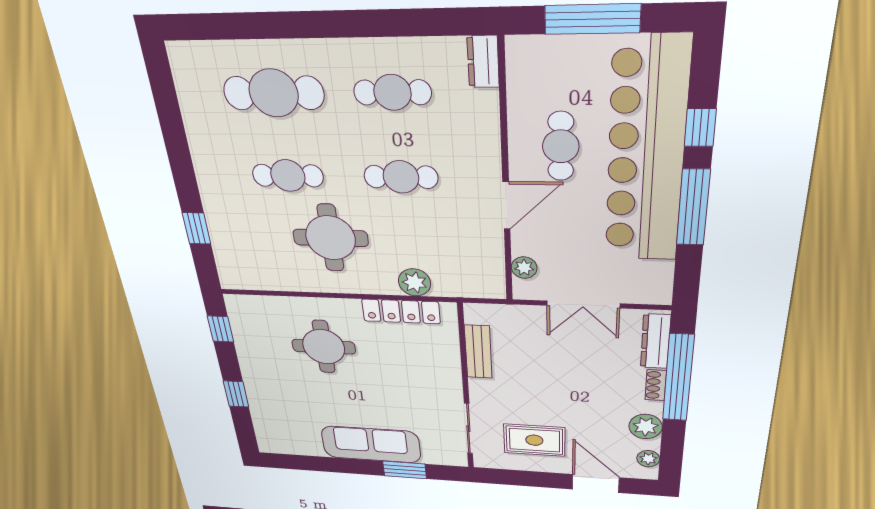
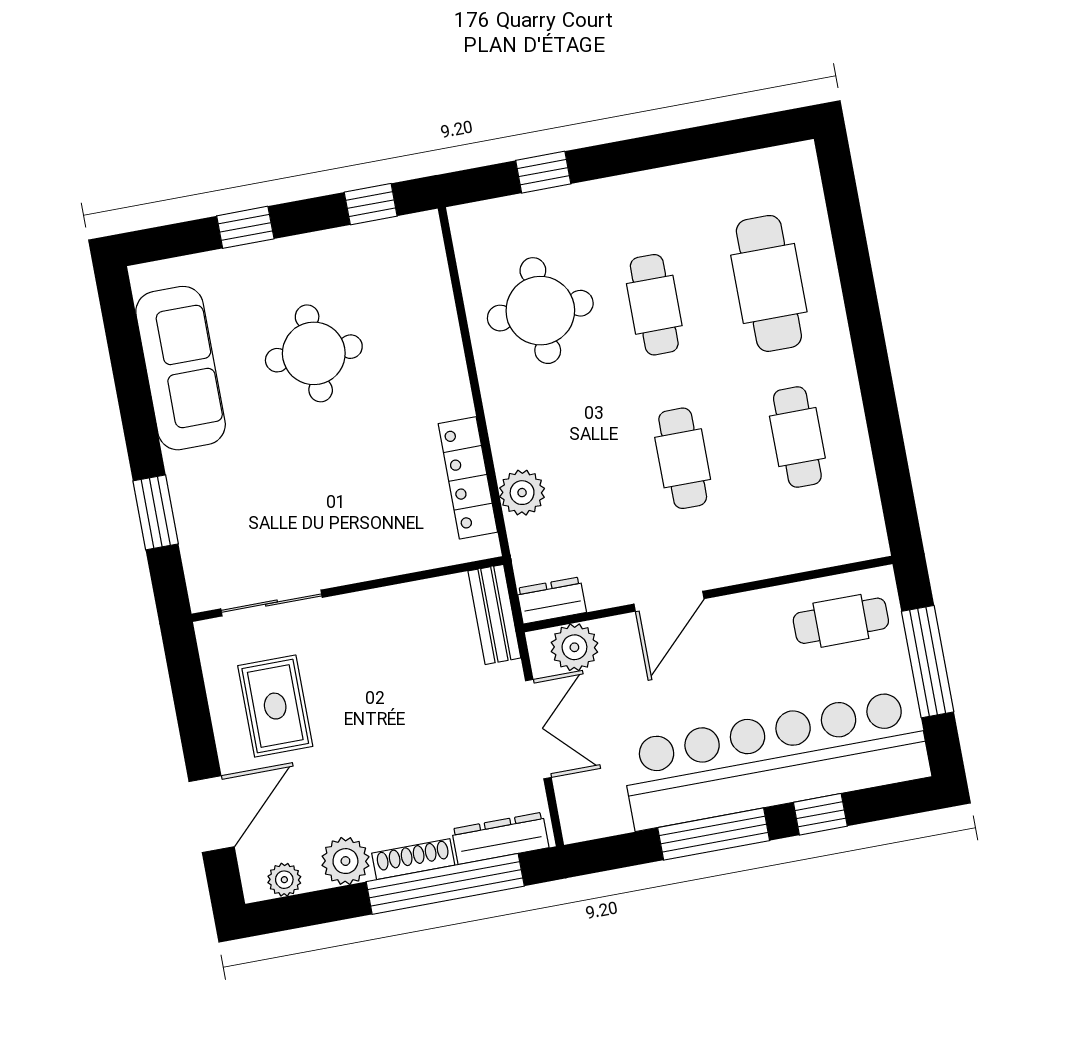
dresser: (483, 62) -> (552, 600), moved
cafe table: (561, 146) -> (841, 621), moved
door: (506, 205) -> (669, 601), hinge flipped
round table: (331, 238) -> (540, 311), moved
plant: (524, 268) -> (574, 647), width x1.38, depth x1.38
double door: (583, 304) -> (538, 729), swing flipped
round table: (324, 347) -> (314, 353), moved
bench: (478, 352) -> (494, 614), moved, turned 90
shoe rack: (656, 385) -> (413, 859), width x1.43
sofa: (371, 444) -> (181, 368), moved

